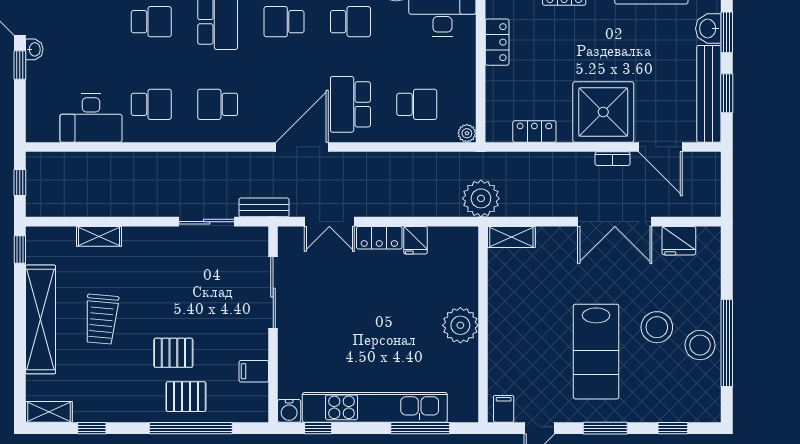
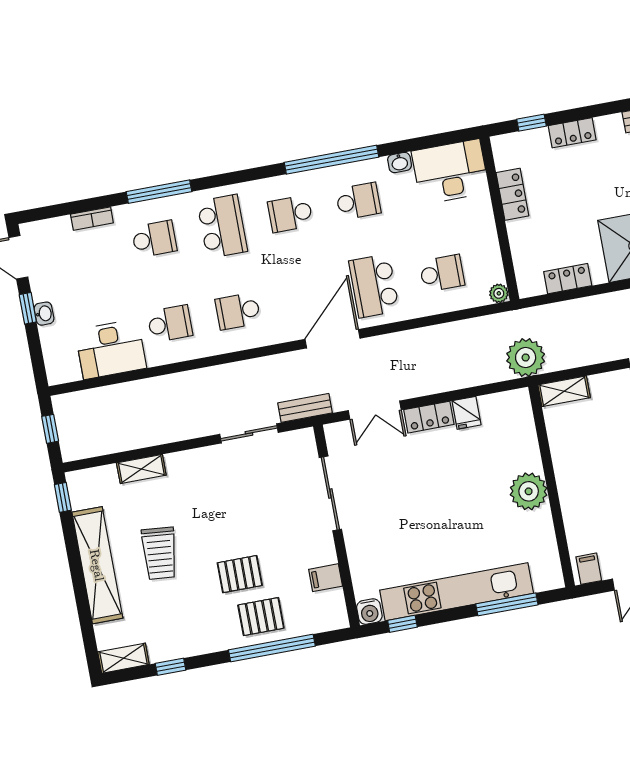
washbasin: (34, 49) -> (44, 314), moved

